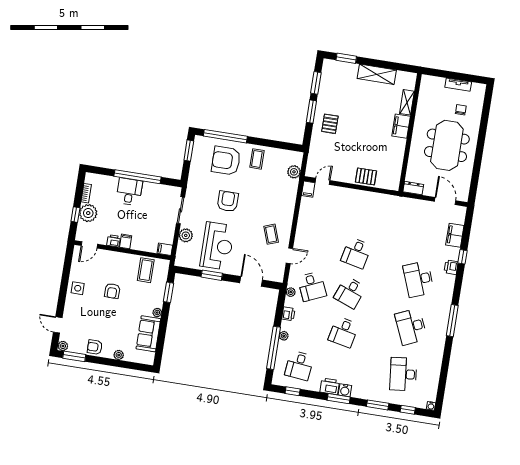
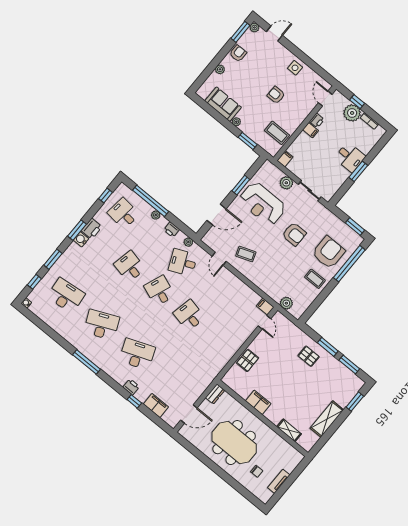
filing cabinet: (401, 126) -> (258, 402), moved
window: (138, 177) -> (358, 171), width x0.47

